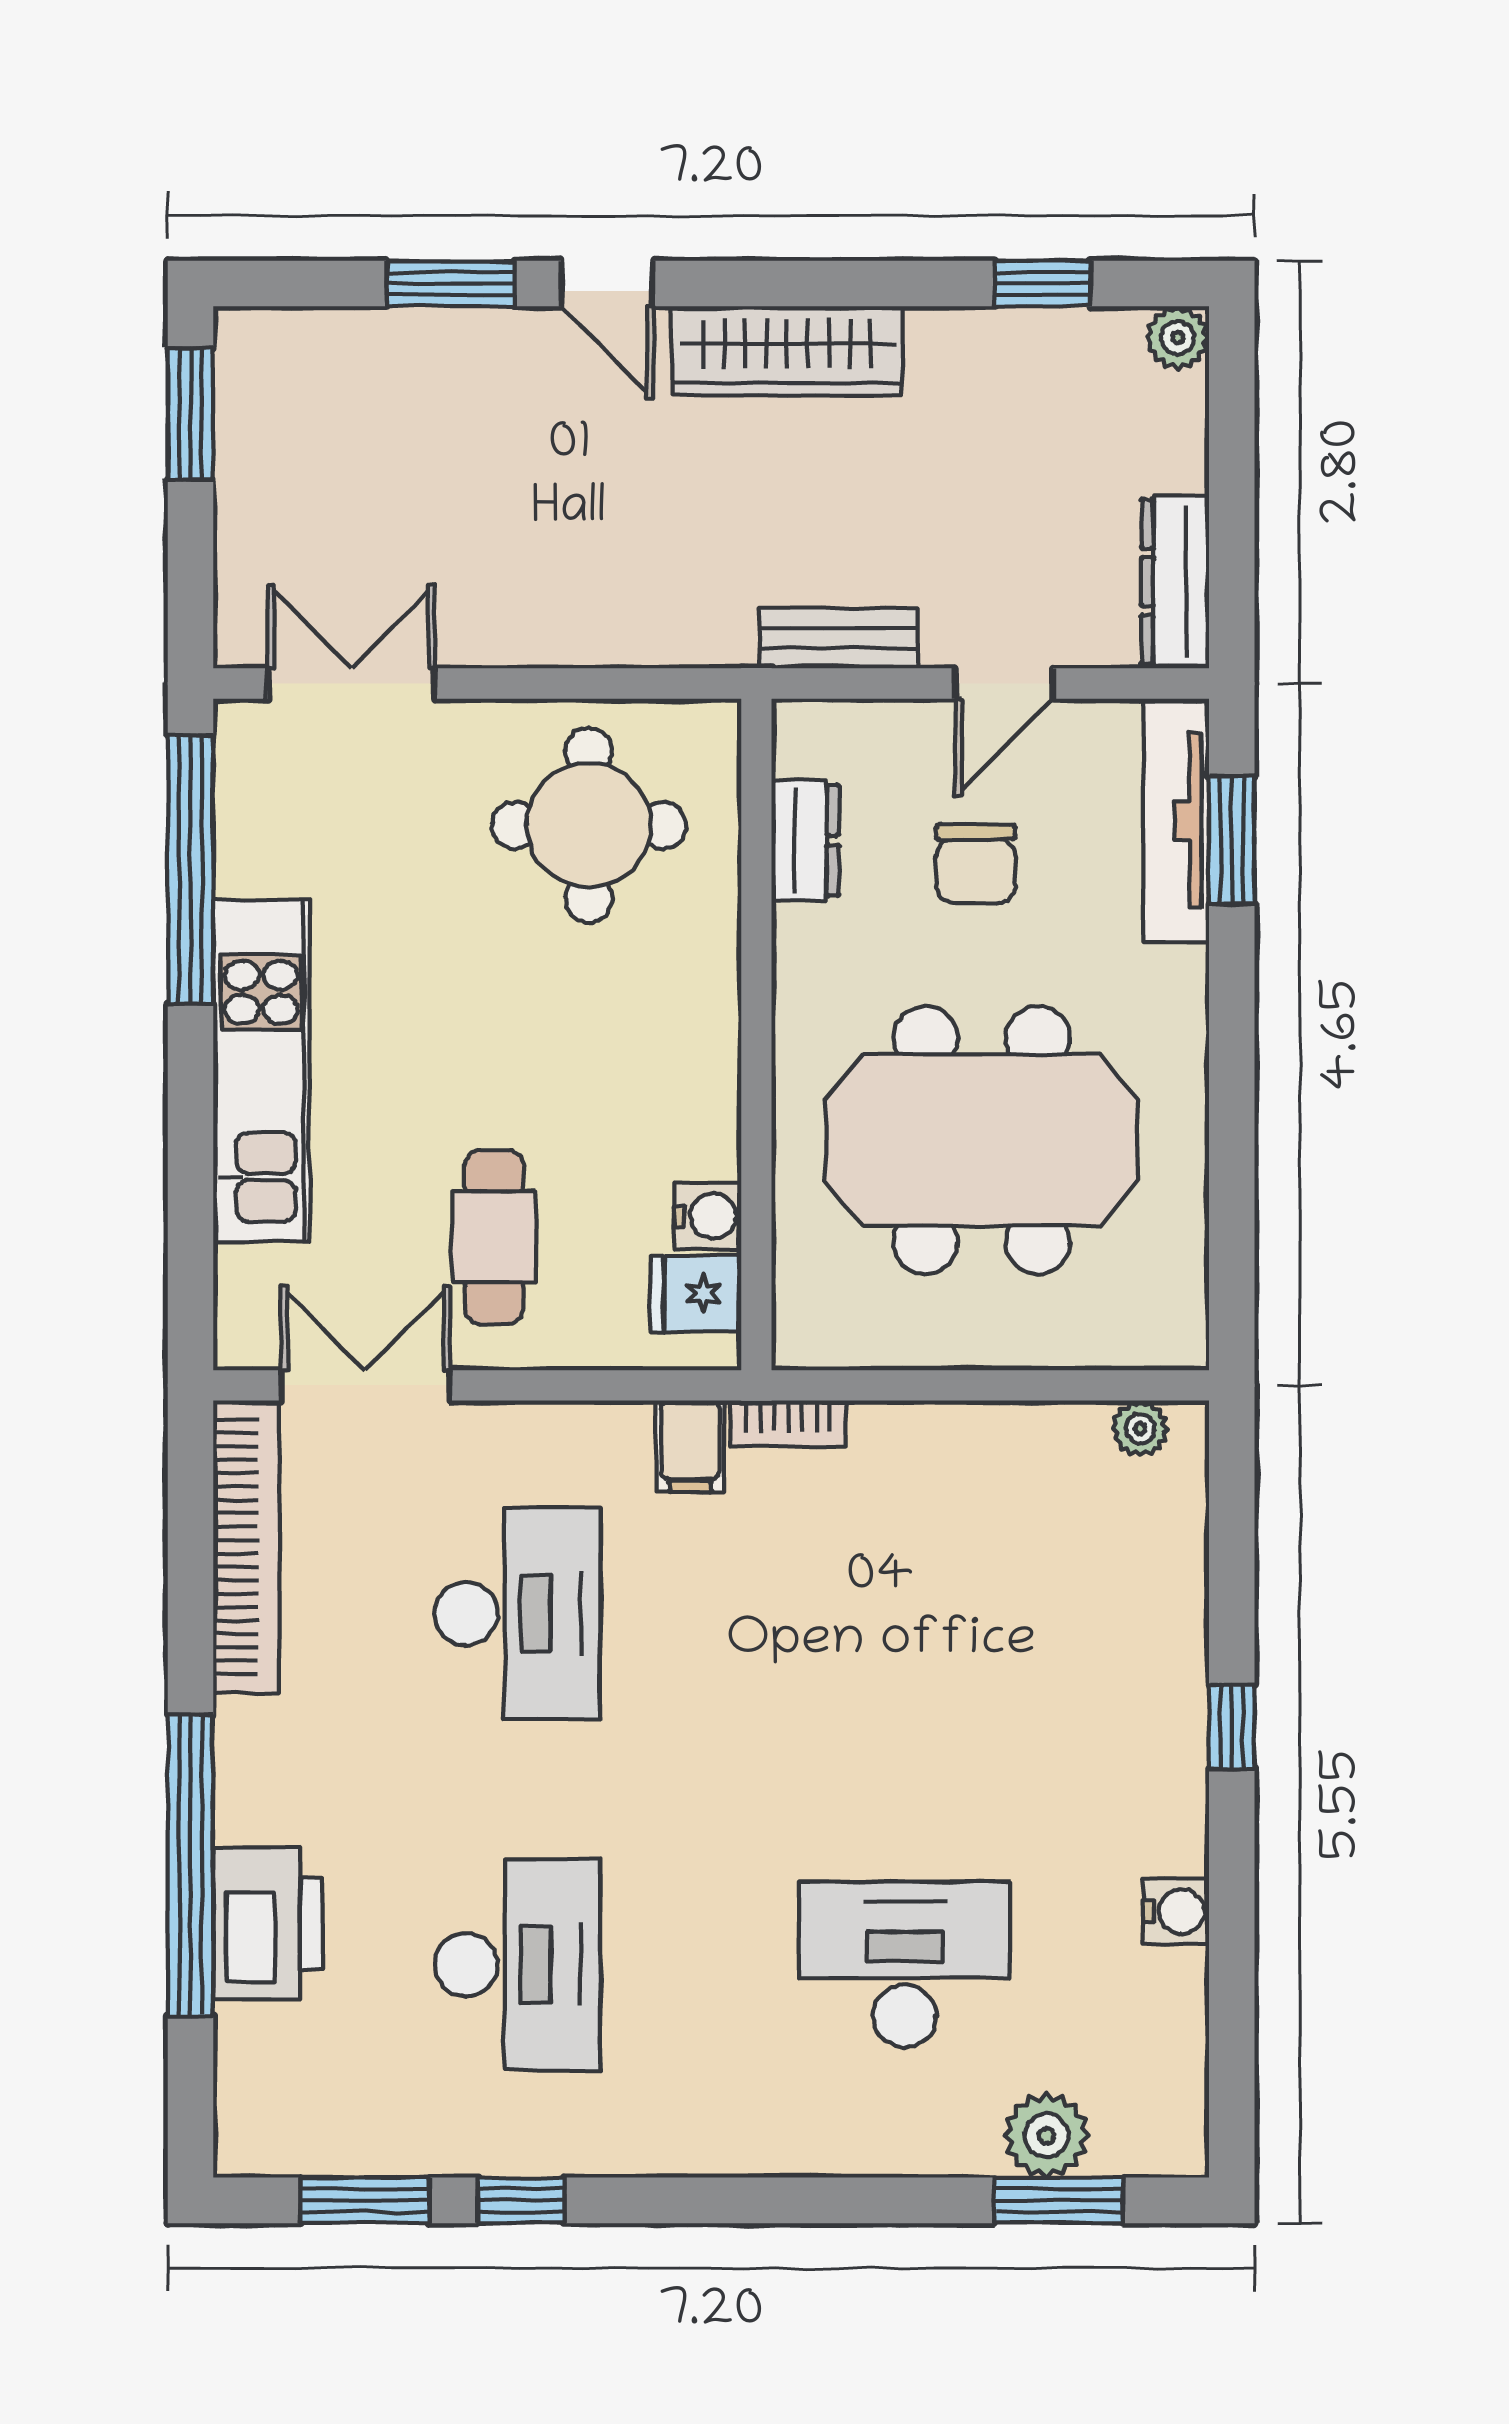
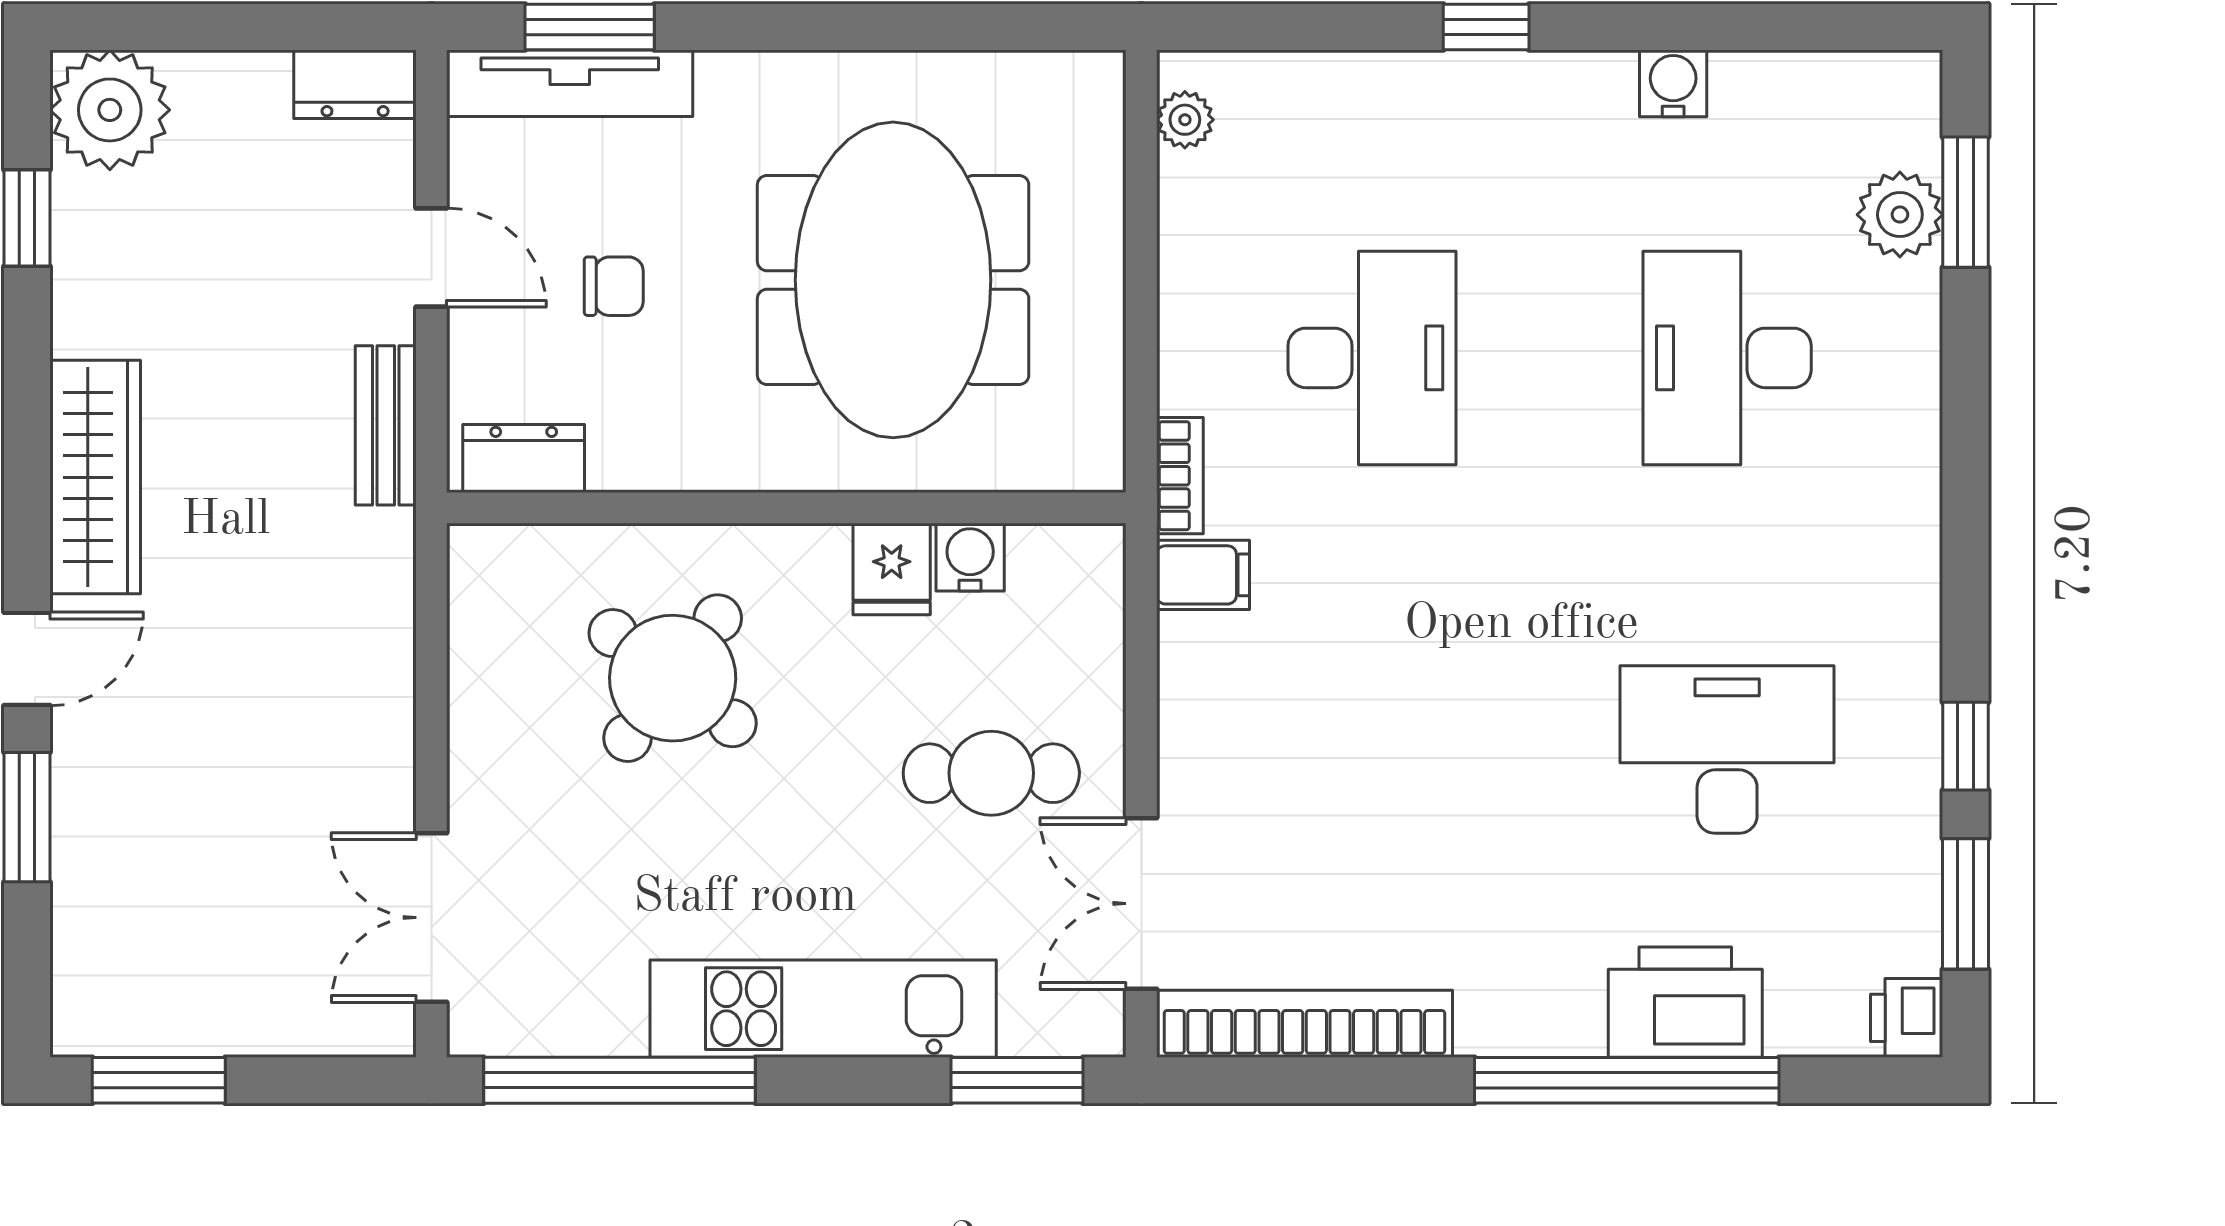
plant: (1178, 338) -> (110, 110), width x1.87, depth x1.87
dresser: (1175, 582) -> (355, 84), width x0.70
round table: (589, 825) -> (673, 678), moved, turned 37
dresser: (805, 840) -> (524, 458), moved
chair: (976, 864) -> (614, 286), width x0.73, depth x0.73
window: (190, 1263) -> (1017, 1080), added
fridge: (696, 1294) -> (892, 569), moved
desk: (518, 1614) -> (1372, 358), moved, turned 90
printer: (252, 2142) -> (1907, 1018), added

